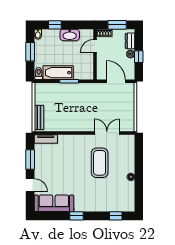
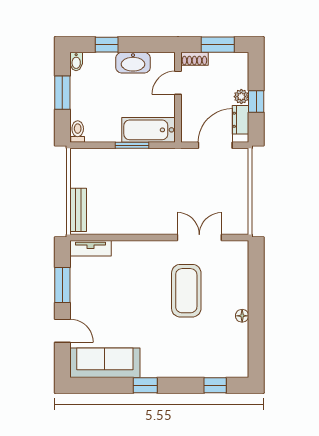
dresser: (130, 41) -> (241, 120), moved
bathtub: (58, 73) -> (149, 130), moved
door: (116, 81) -> (215, 145), hinge flipped

